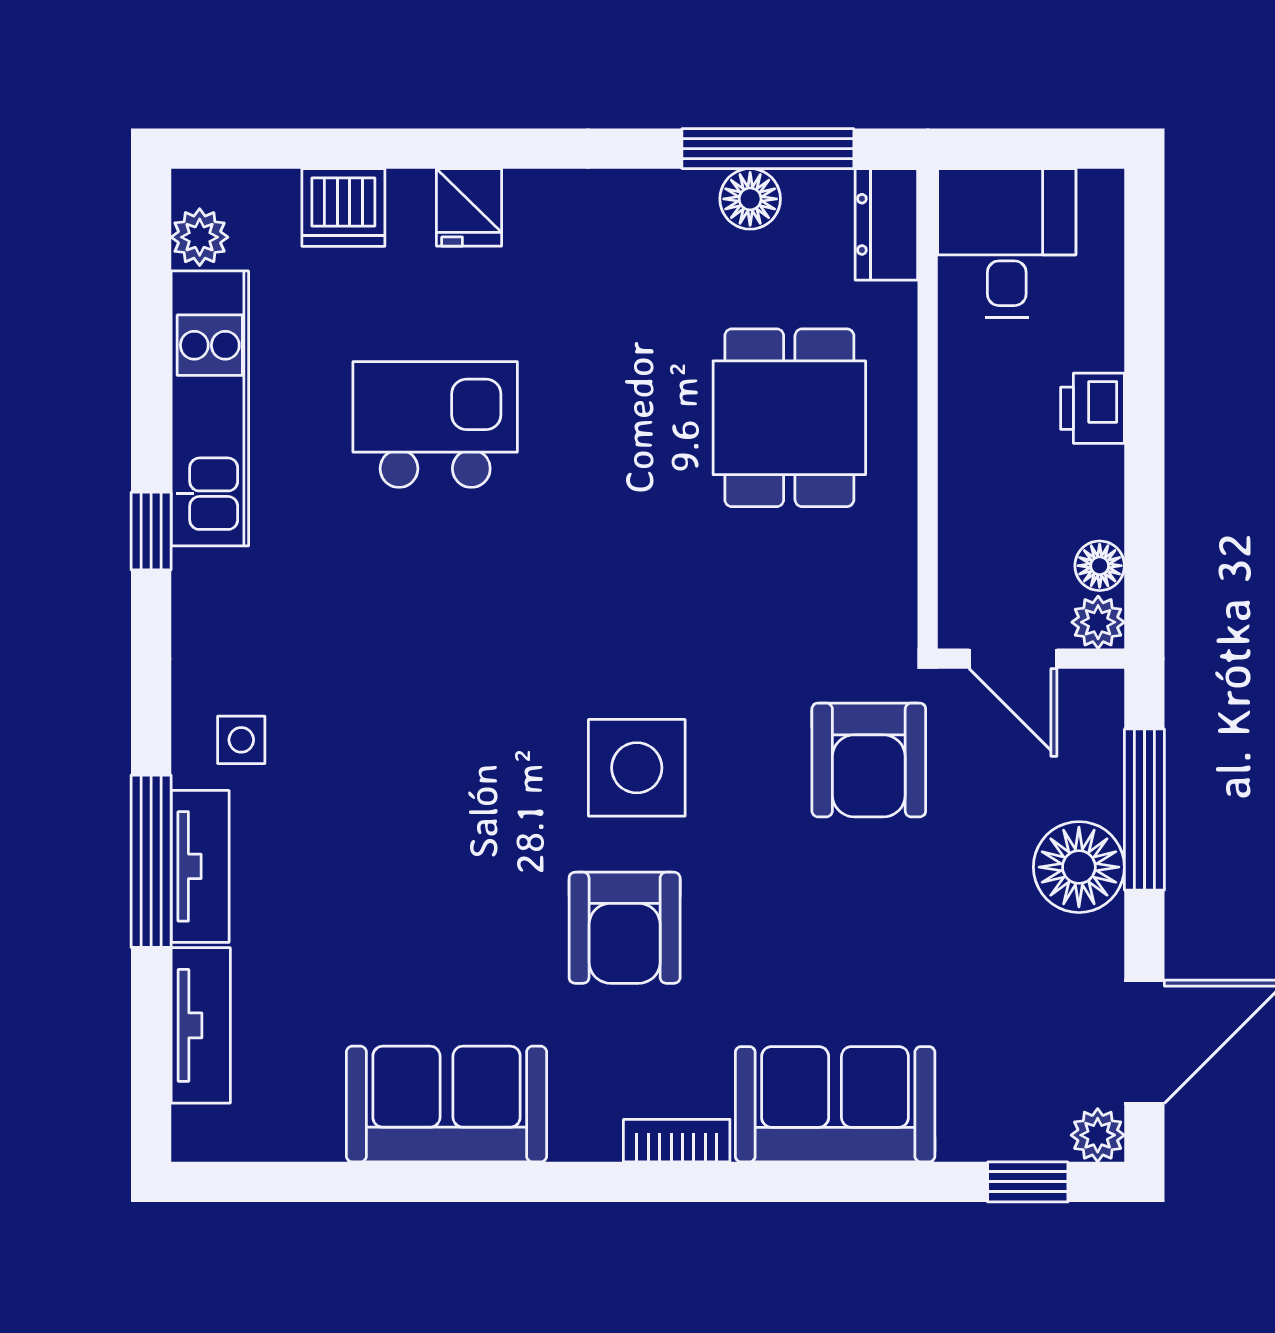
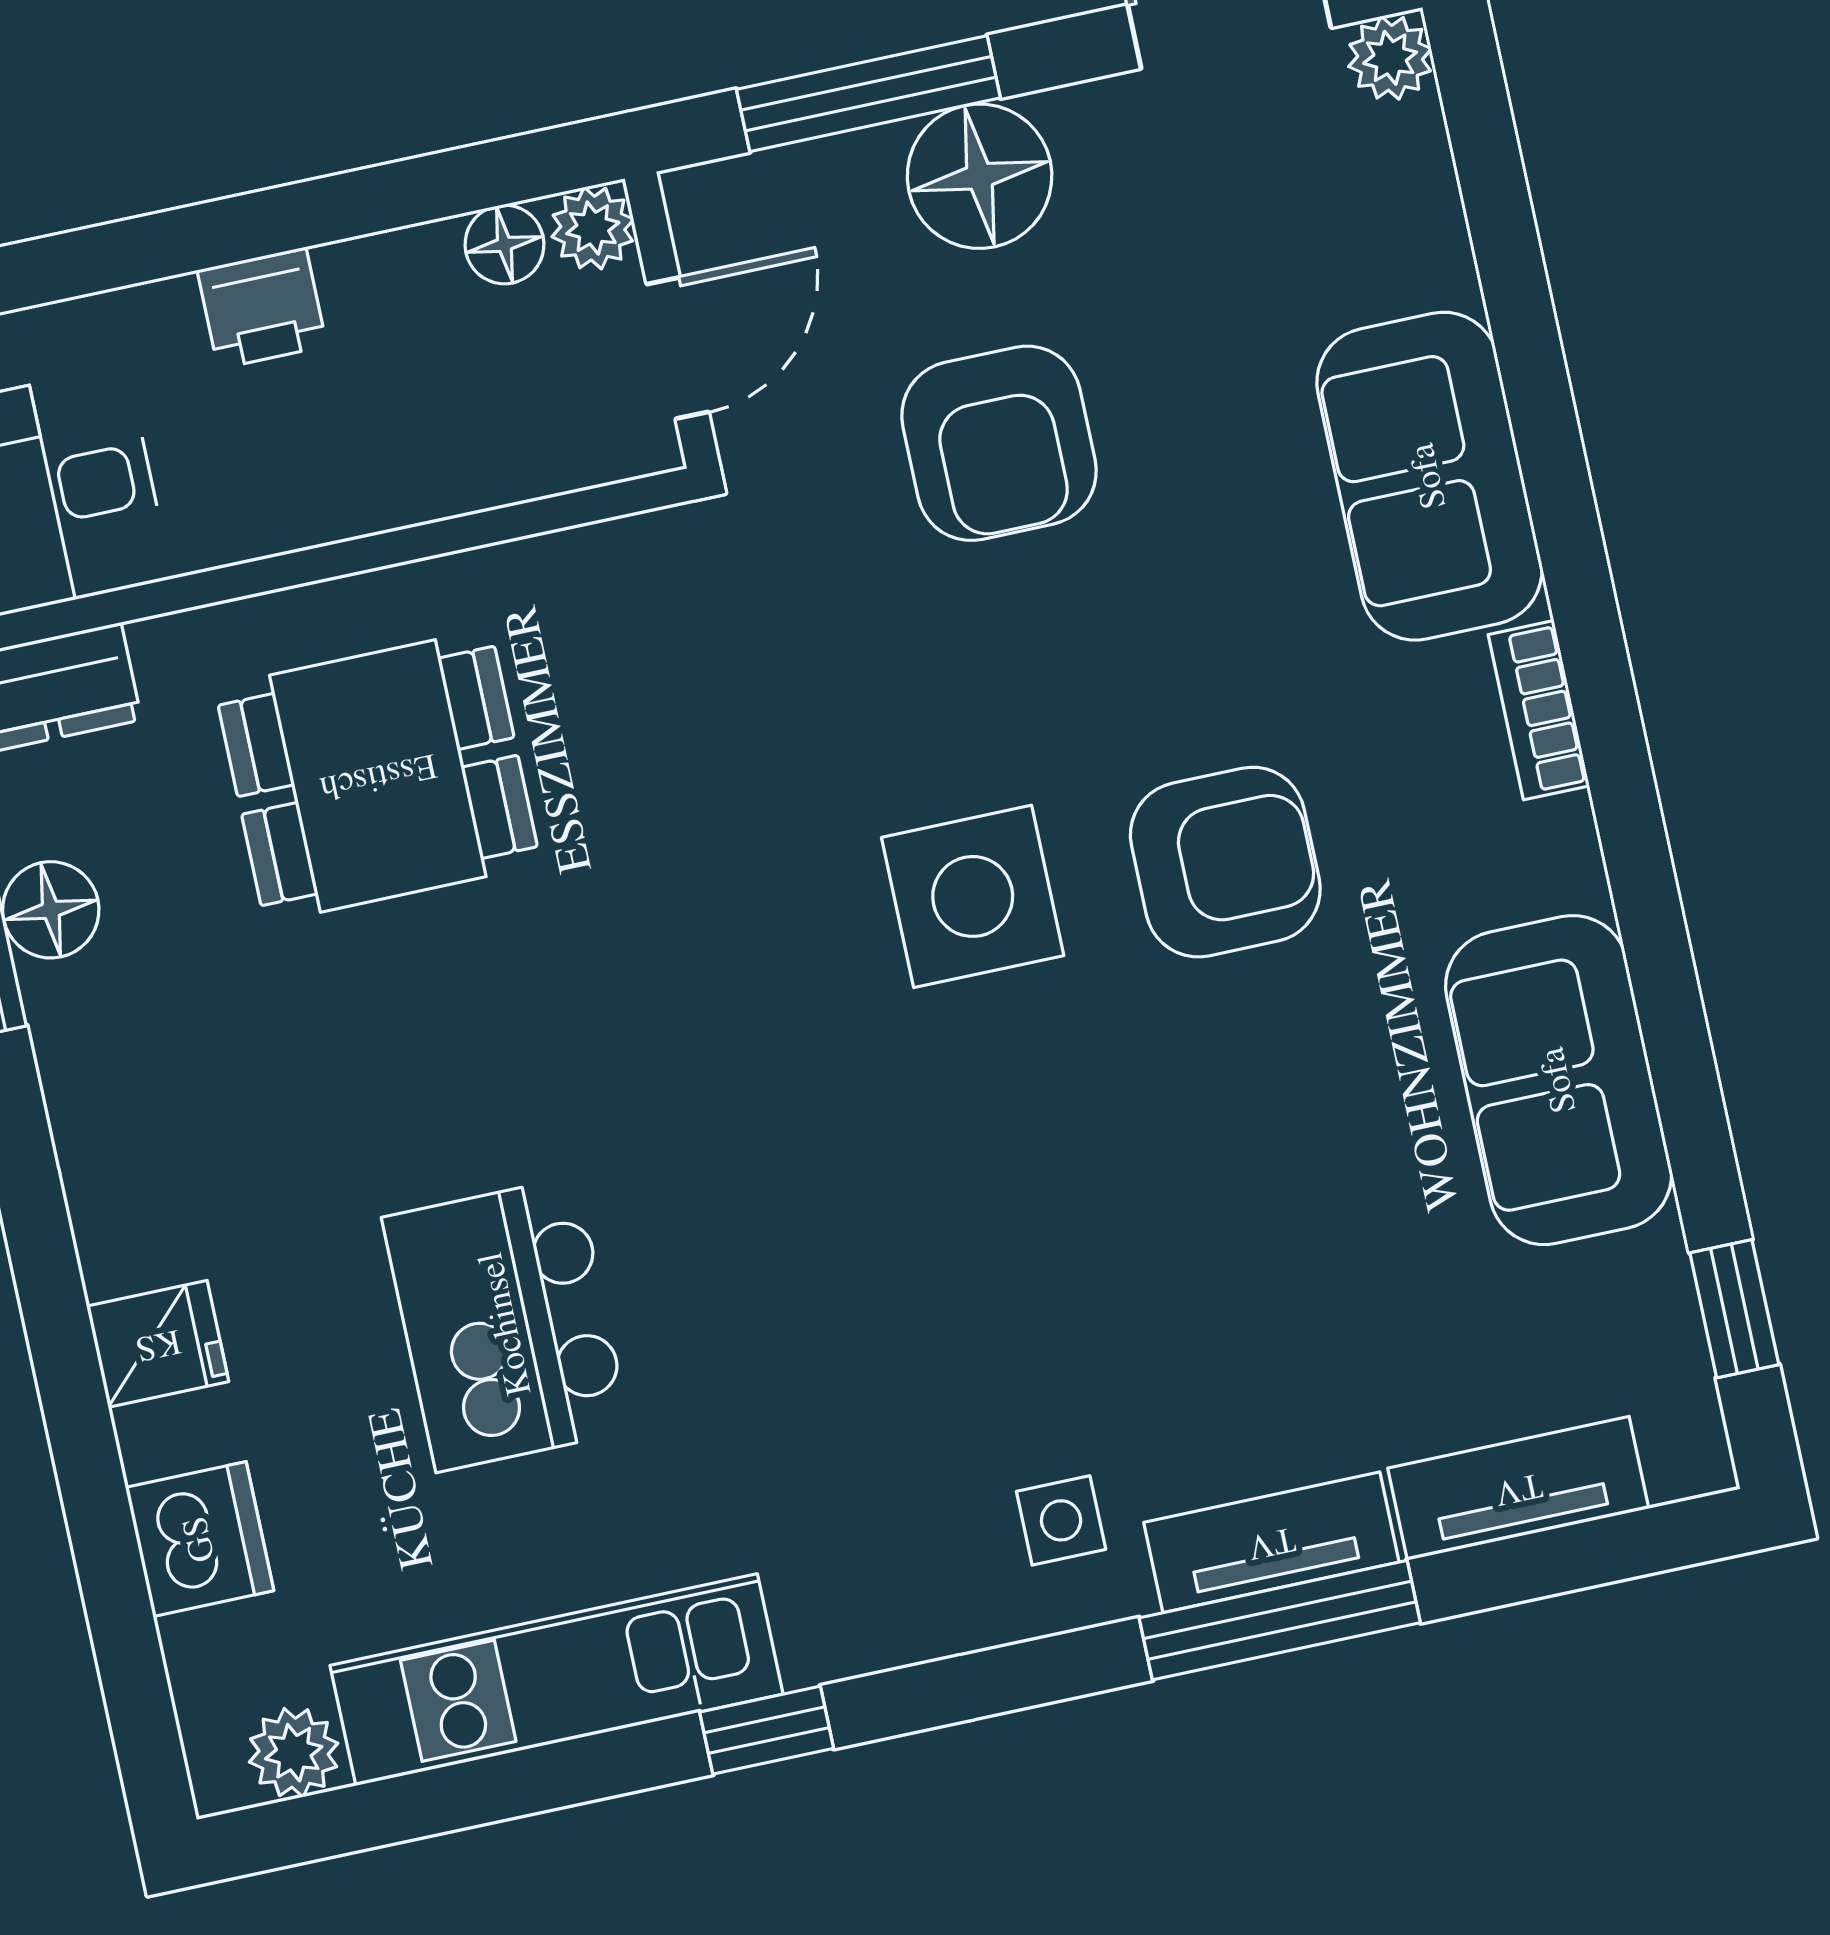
armchair: (869, 760) -> (999, 443), moved, turned 90
window: (1028, 1182) -> (1734, 1309), moved

